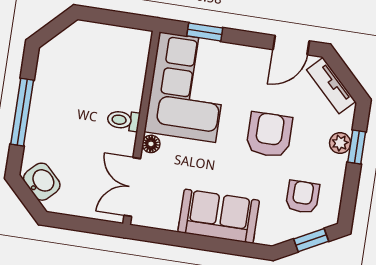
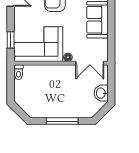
toilet: (123, 120) -> (18, 72), moved
washbasin: (42, 182) -> (101, 93), moved, turned -45

